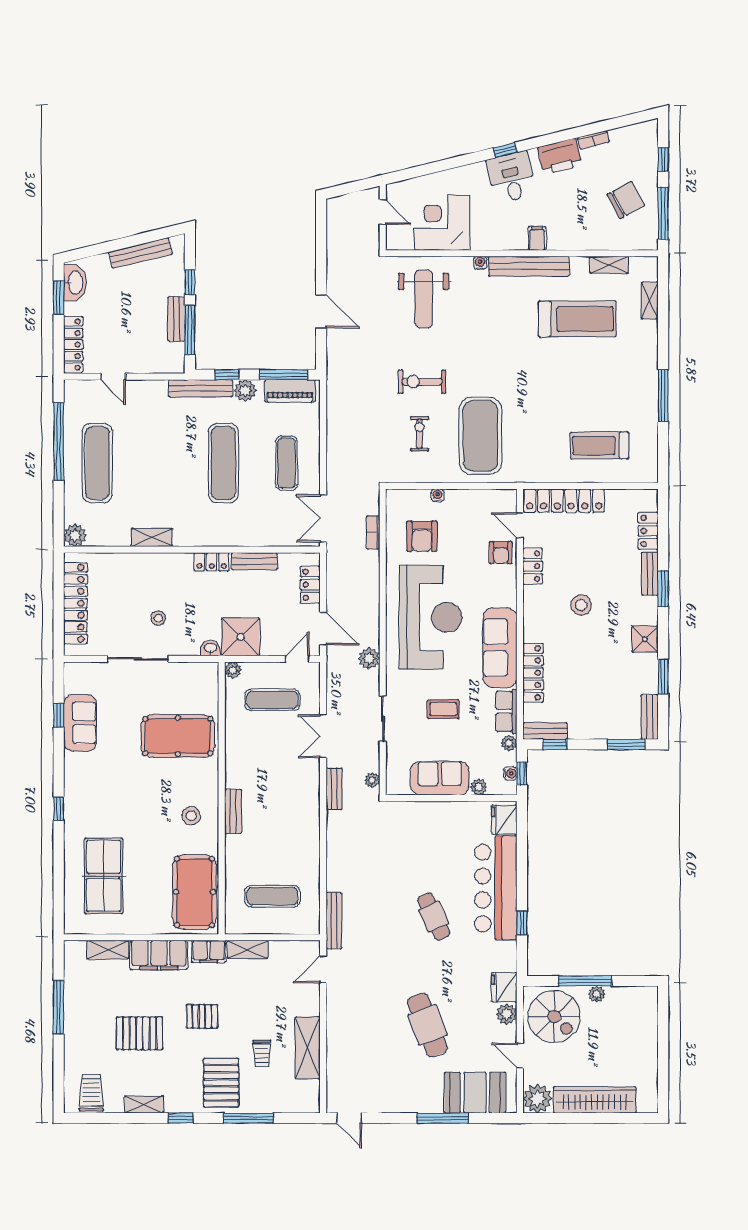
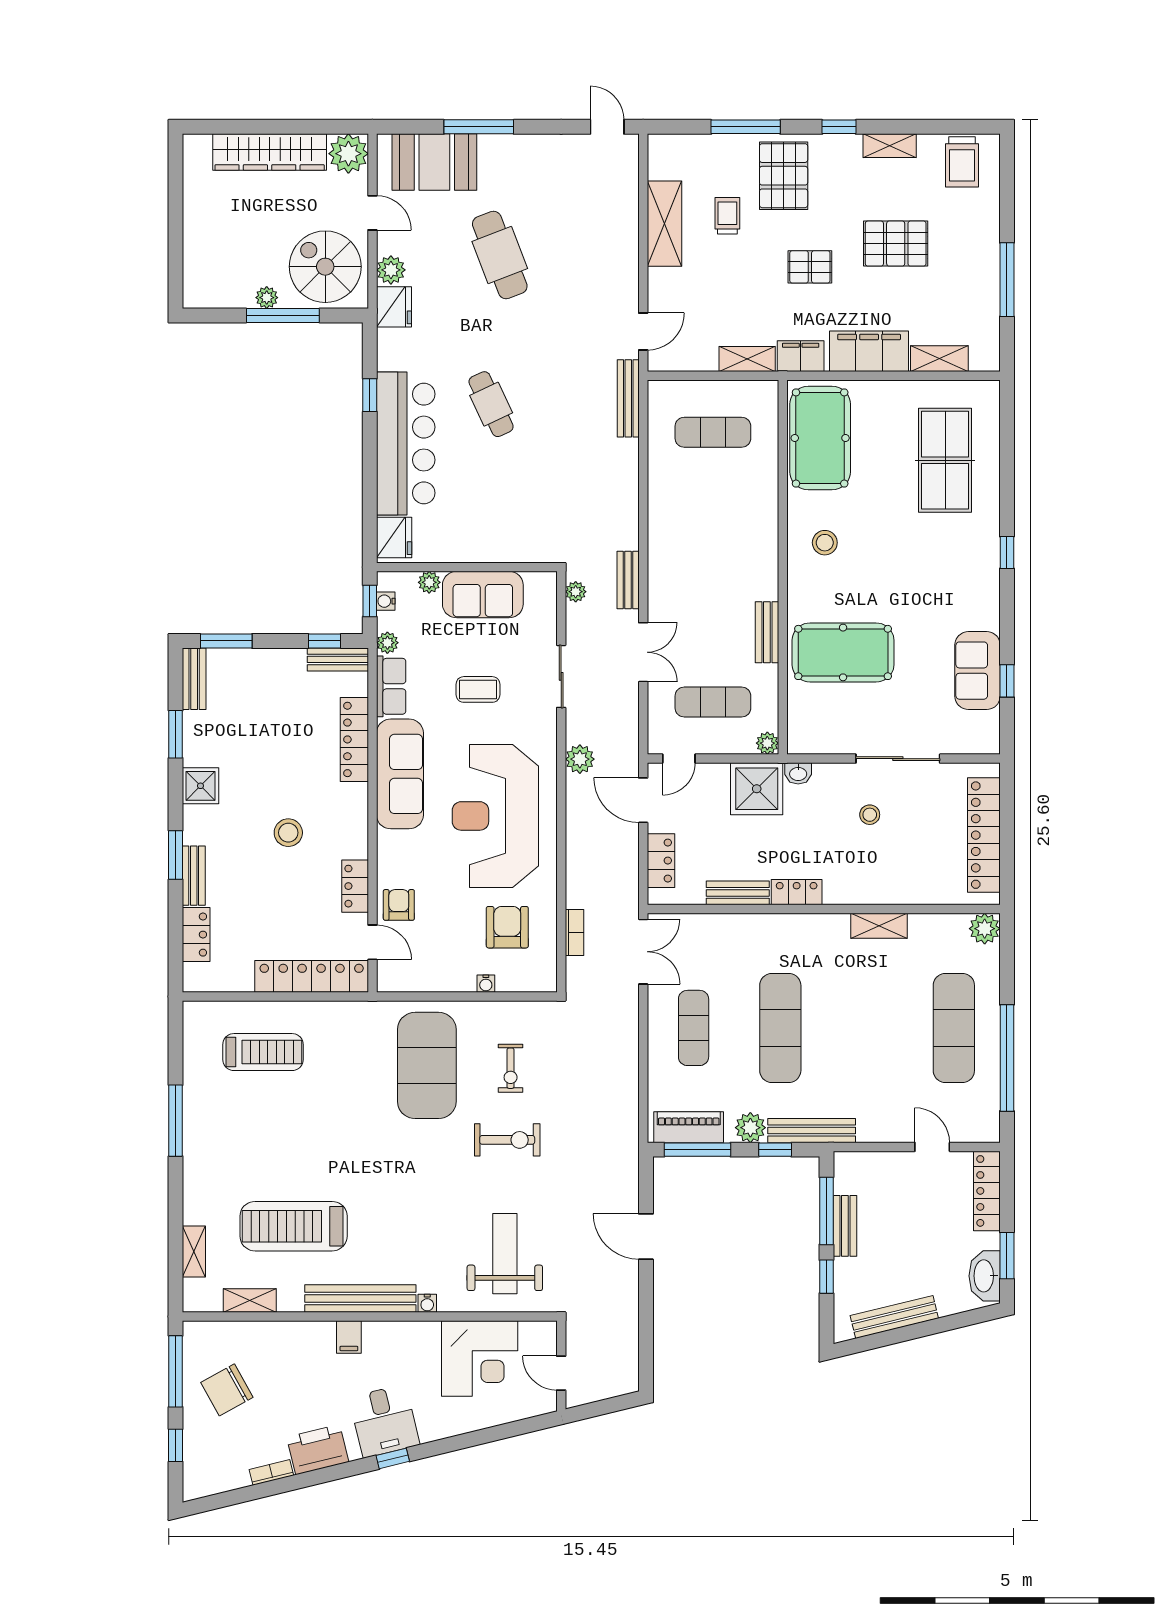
bench: (233, 811) -> (767, 632), moved

